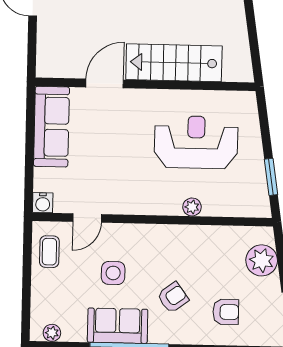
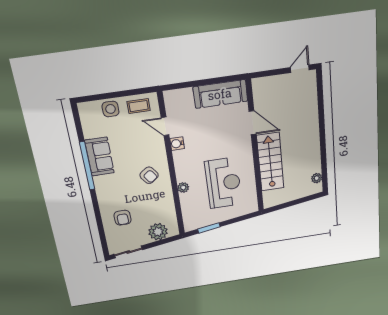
water cooler: (43, 203) -> (177, 144), moved
side table: (113, 273) -> (111, 109), moved
armchair: (173, 297) -> (149, 175), moved
plant: (52, 333) -> (85, 117), removed

